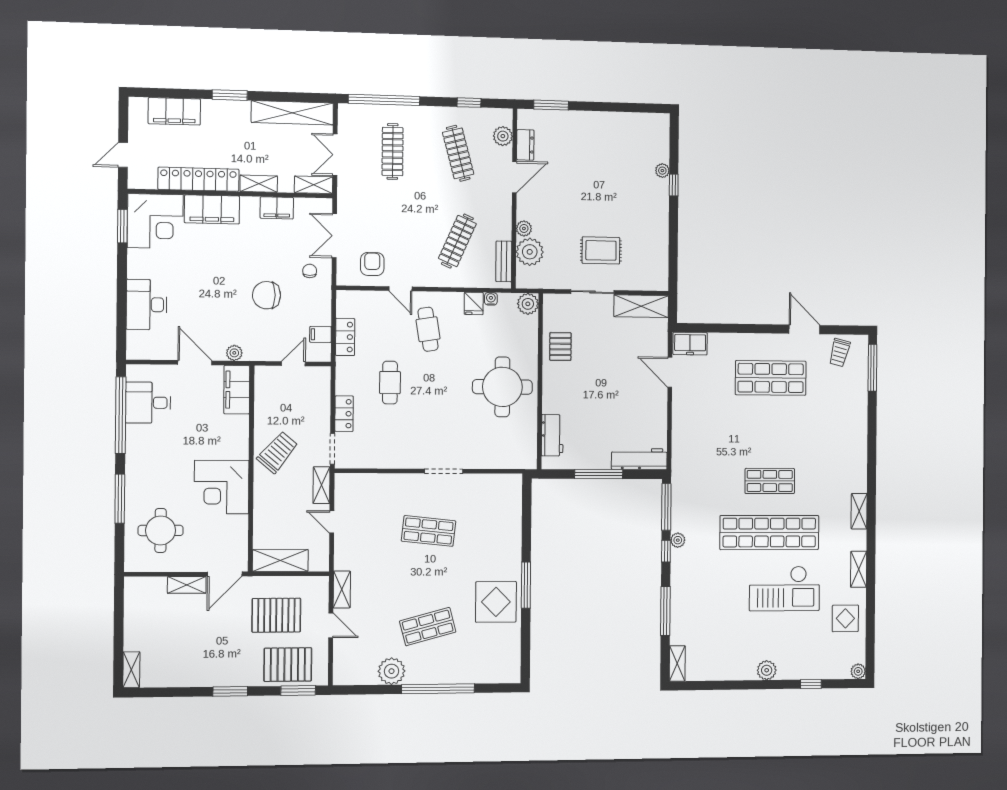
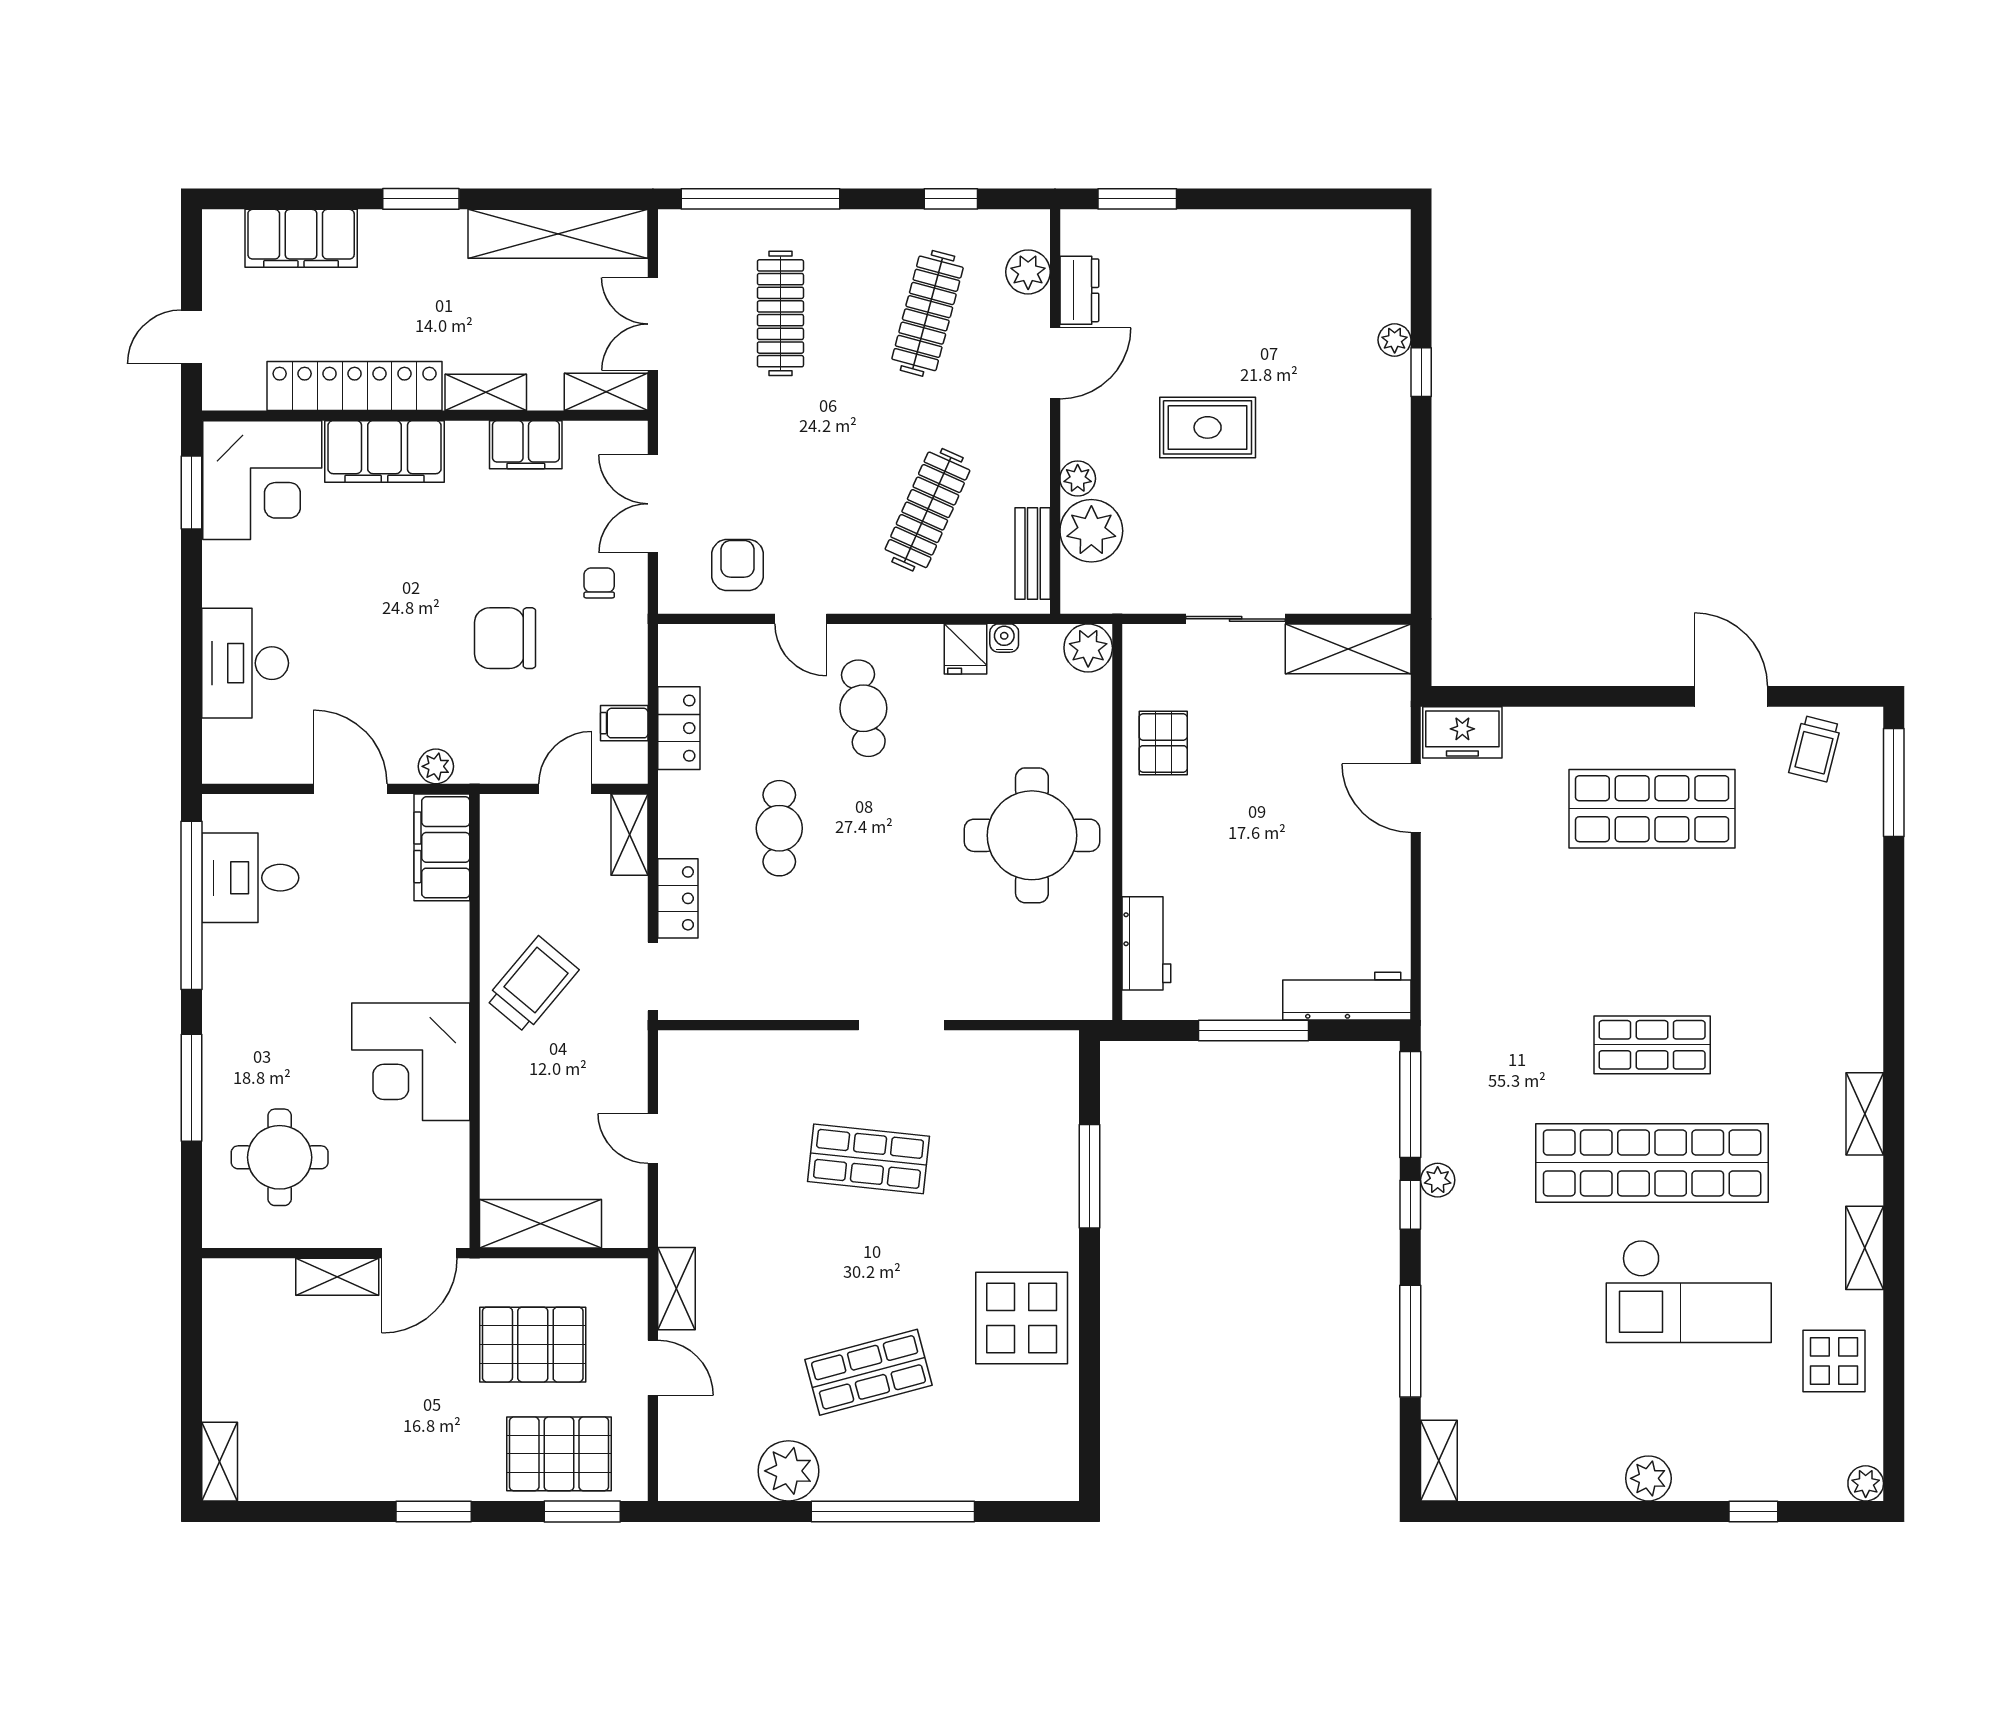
clothes rail: (458, 153) -> (928, 313), turned 30
rug: (601, 250) -> (1208, 427), moved
shelving: (321, 485) -> (630, 835), moved
window: (526, 585) -> (1089, 1176), moved

